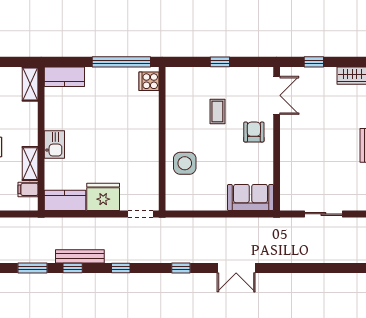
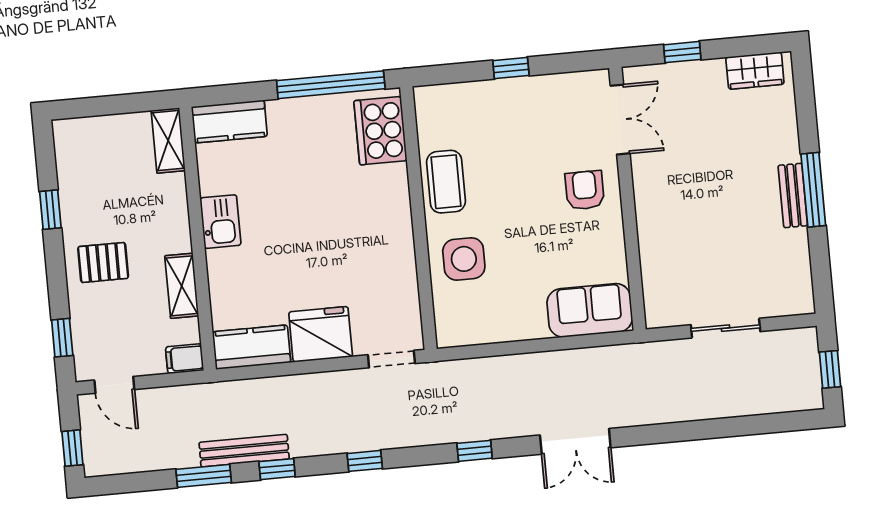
cooker: (149, 81) -> (380, 131), width x1.87, depth x1.31
coffee table: (217, 112) -> (446, 182), moved, width x1.36, depth x1.30
kitchen sink: (54, 145) -> (220, 222), moved
filing cabinet: (28, 189) -> (185, 359), moved
bench: (80, 256) -> (244, 451), moved

